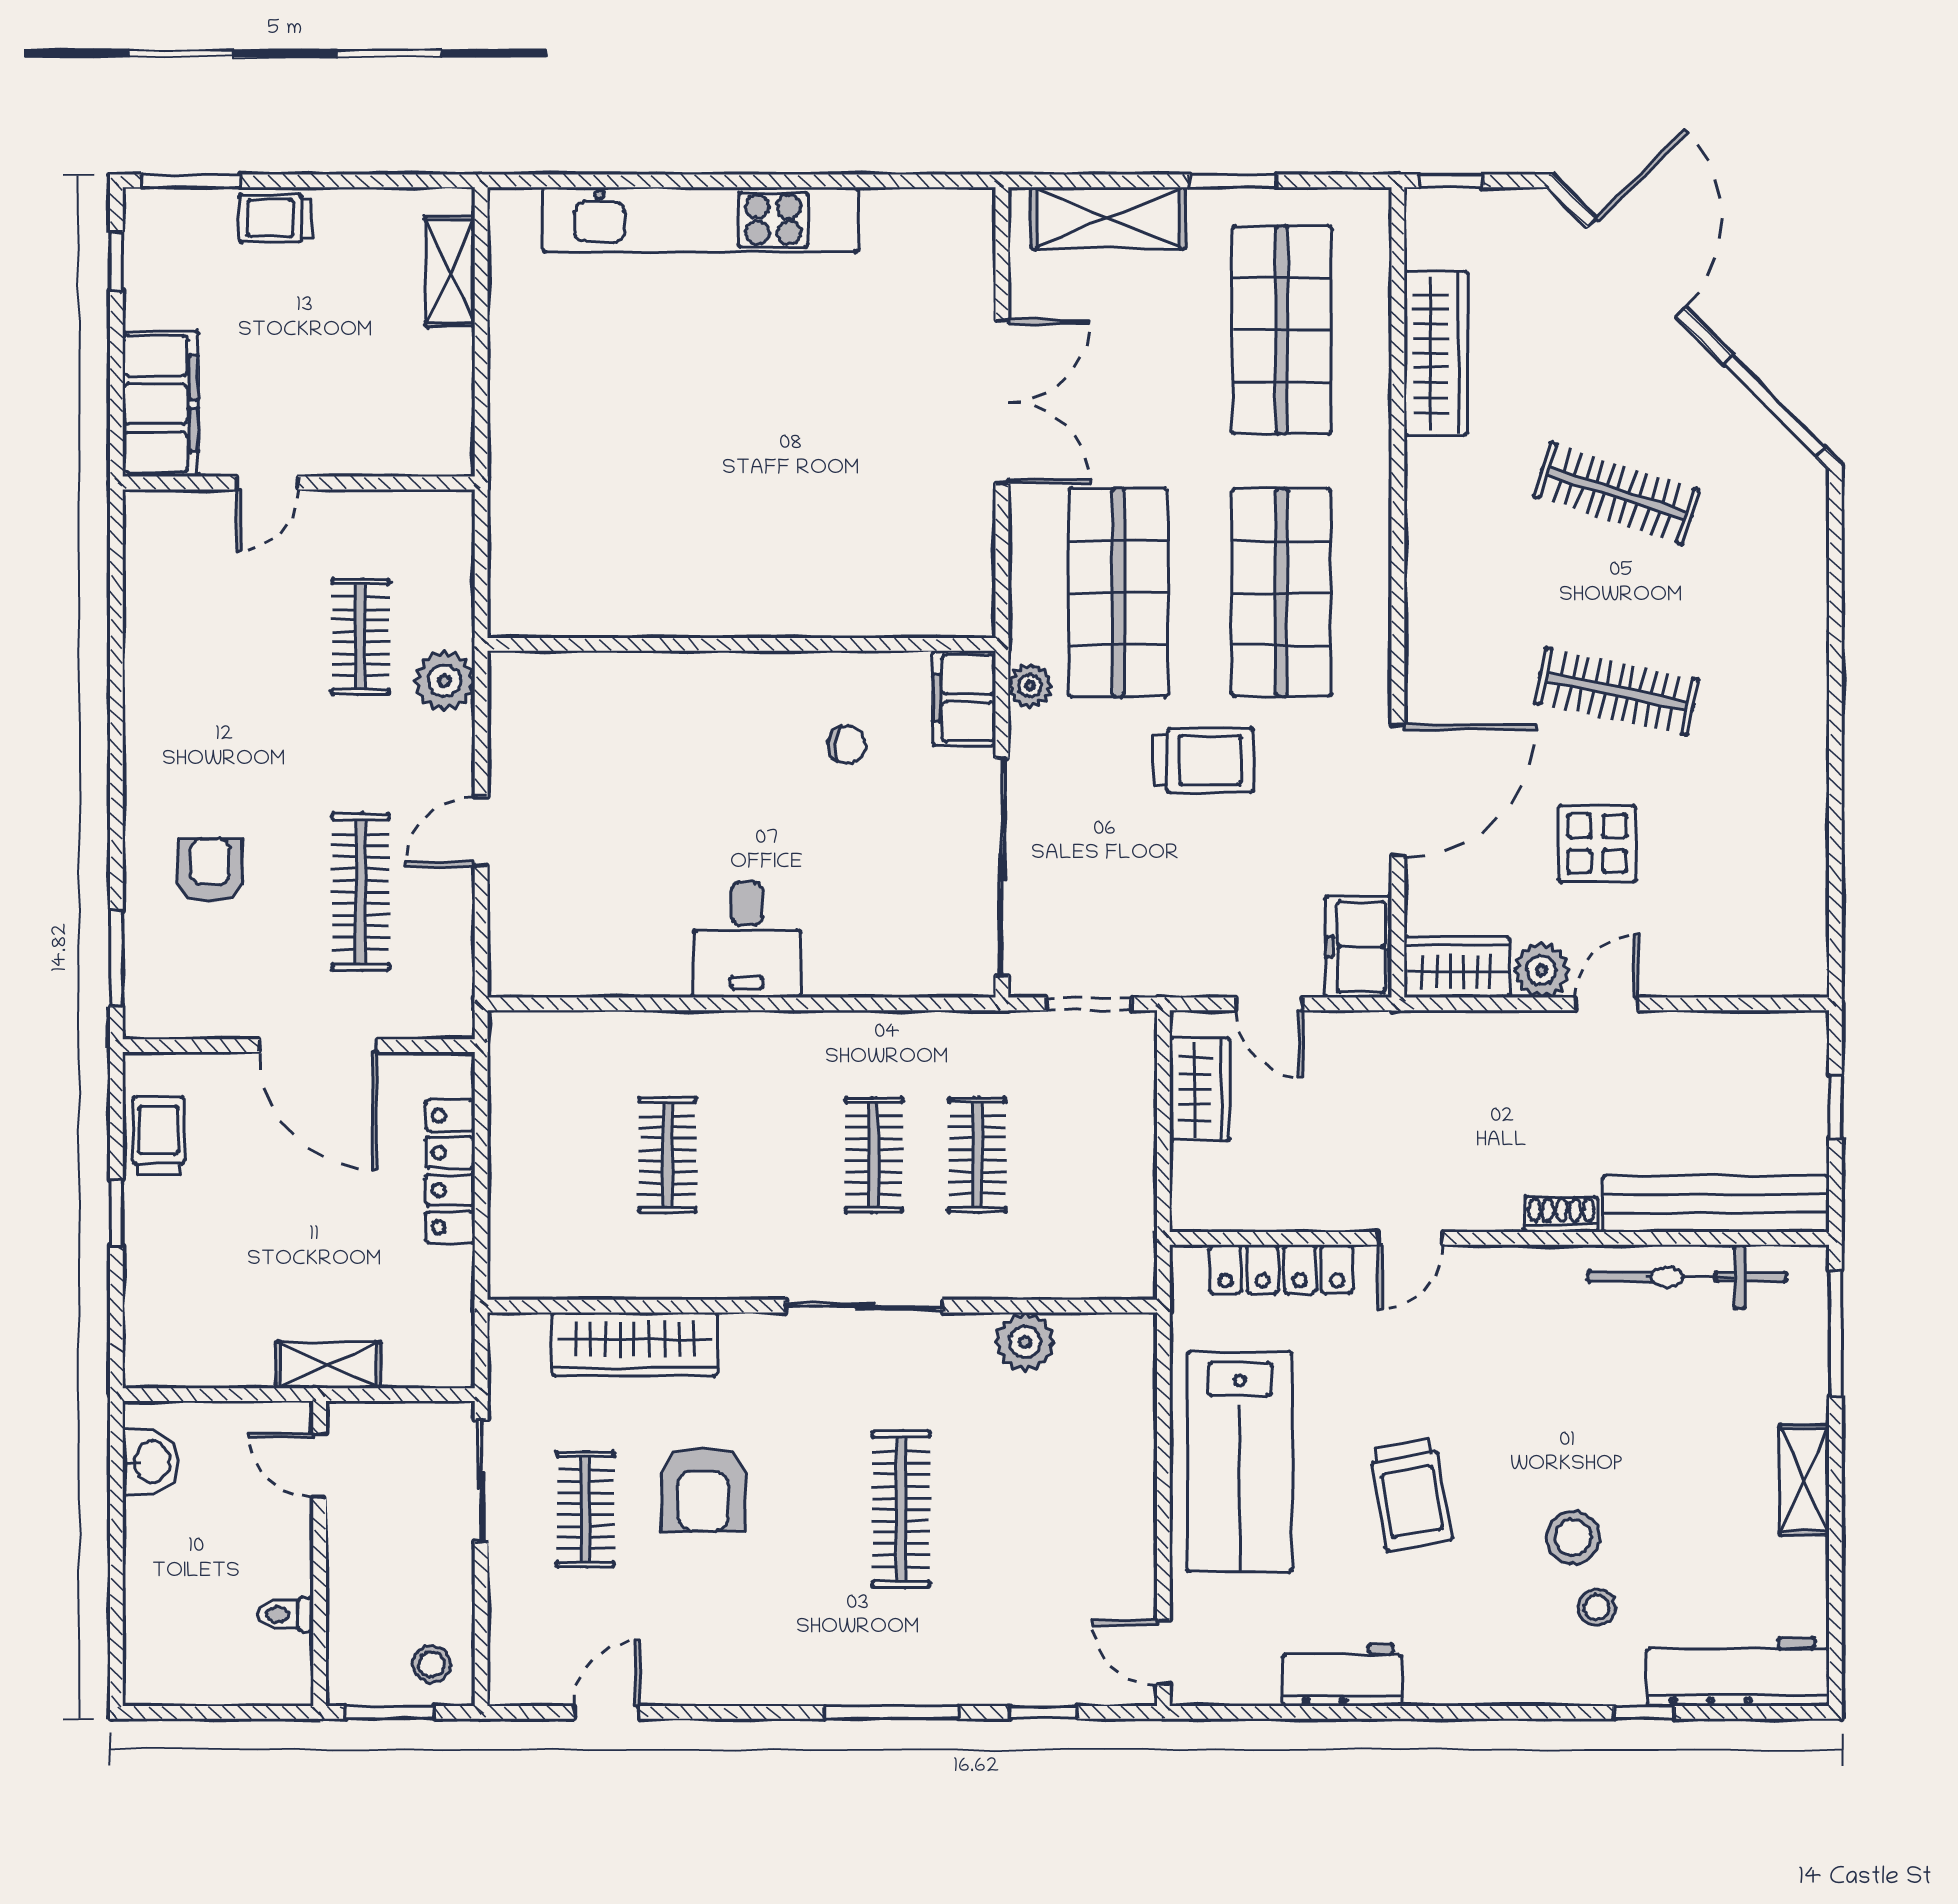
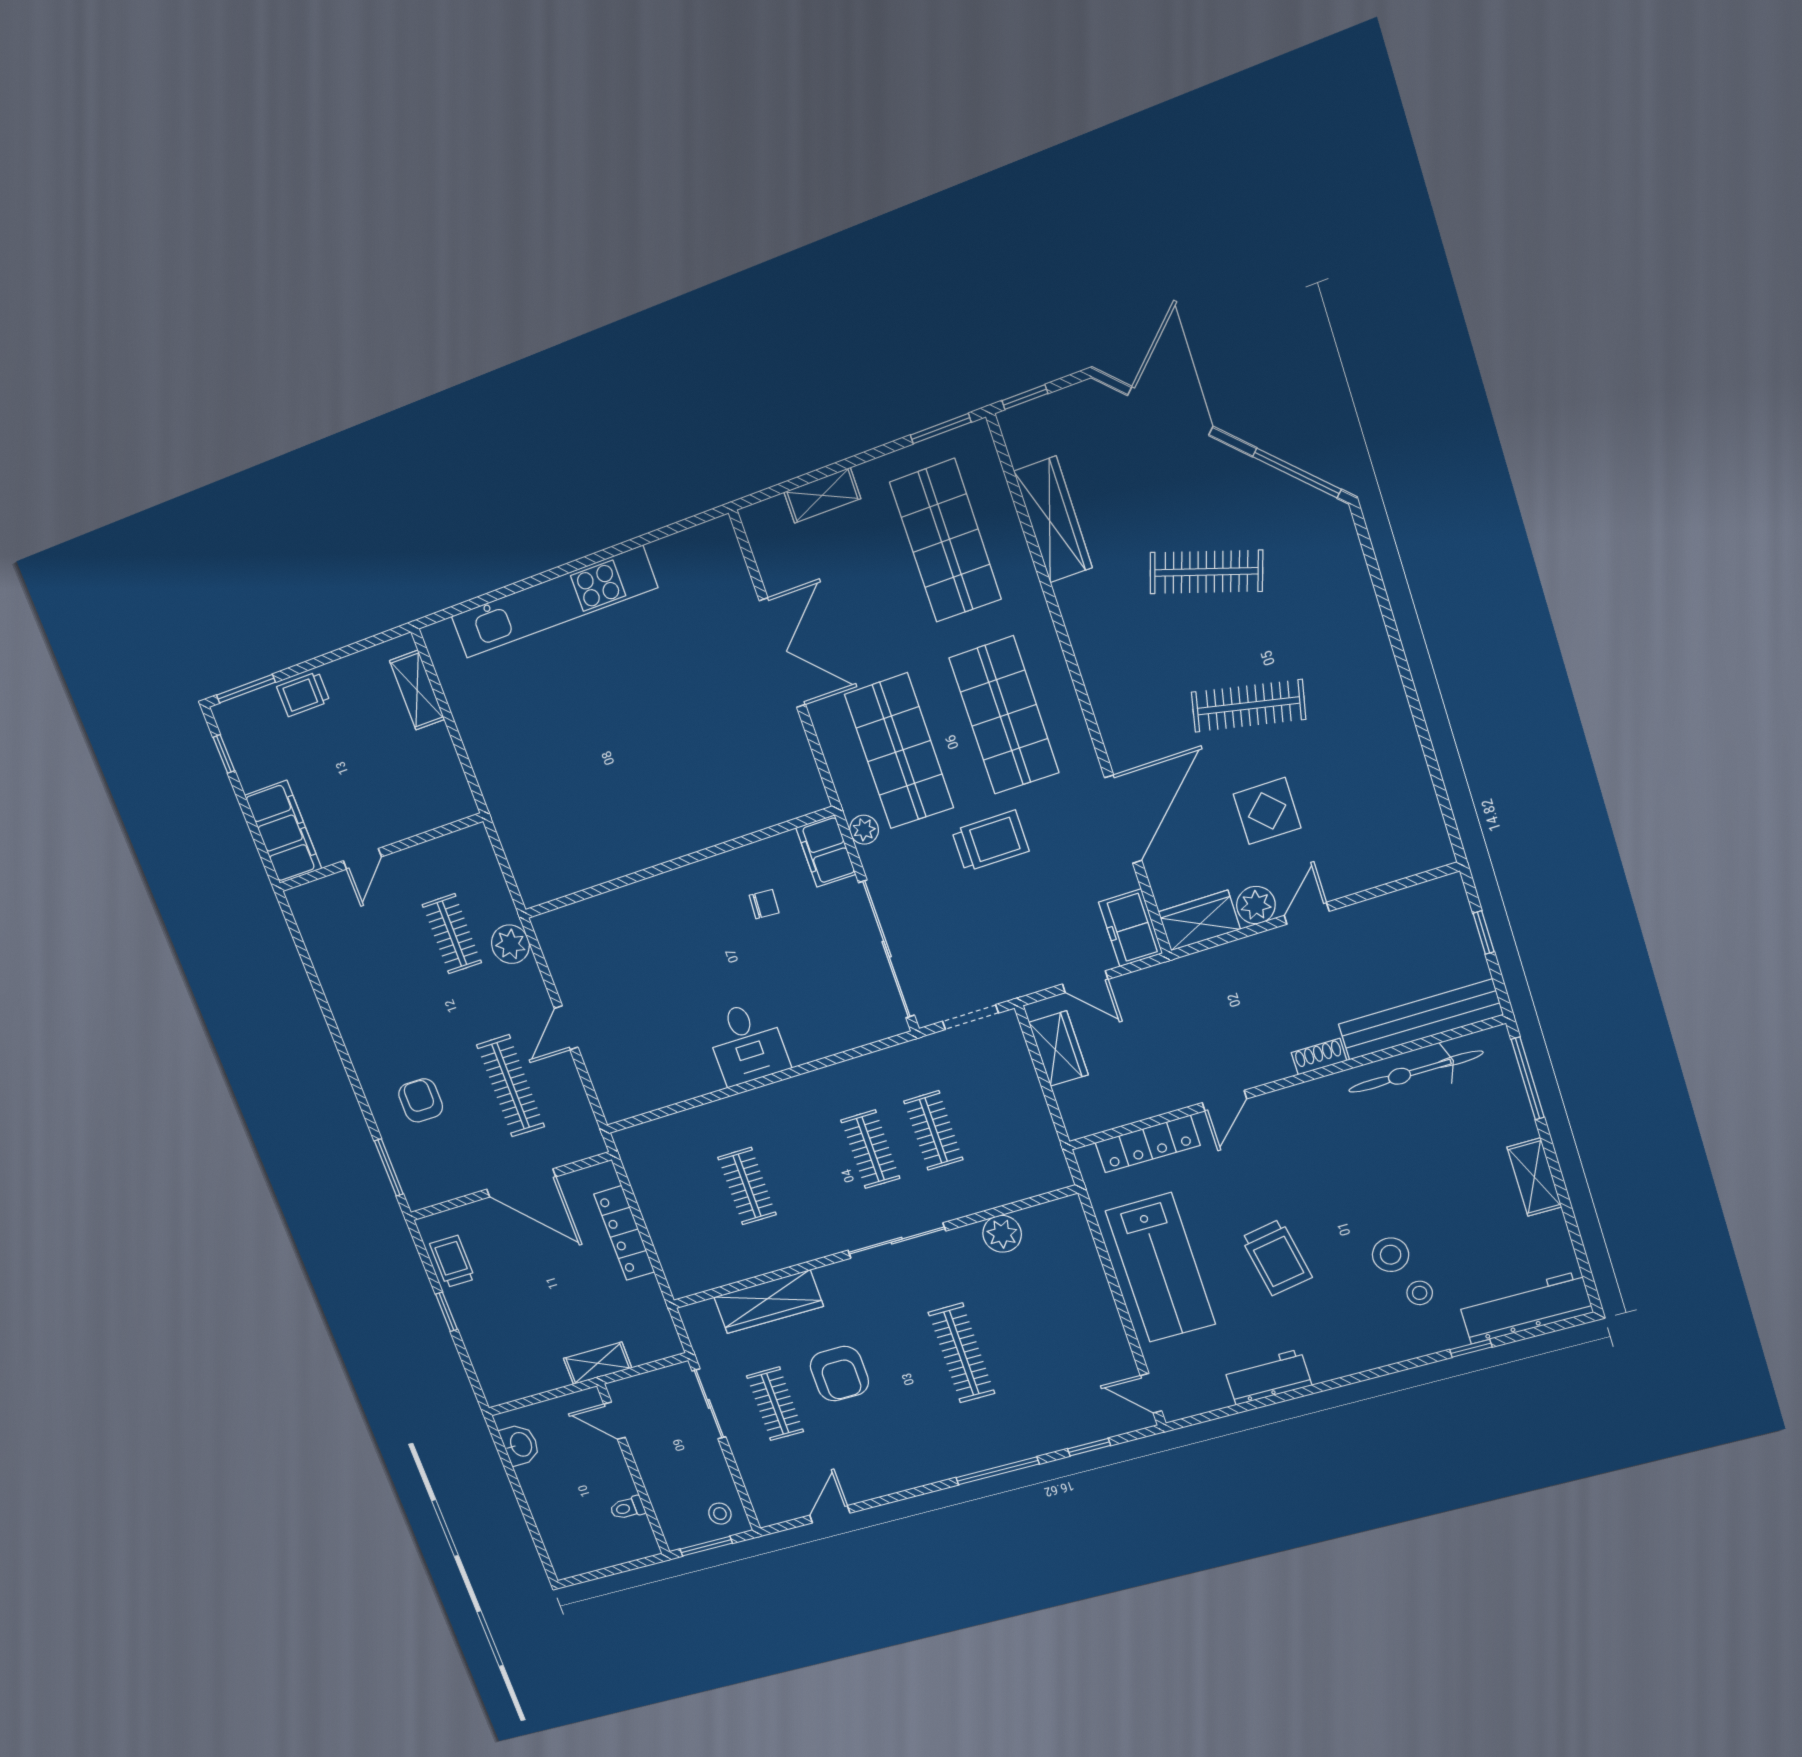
window: (1233, 181) -> (941, 429), moved
shelving: (1108, 218) -> (822, 495), width x0.67, depth x0.75

